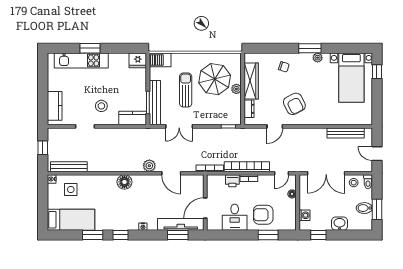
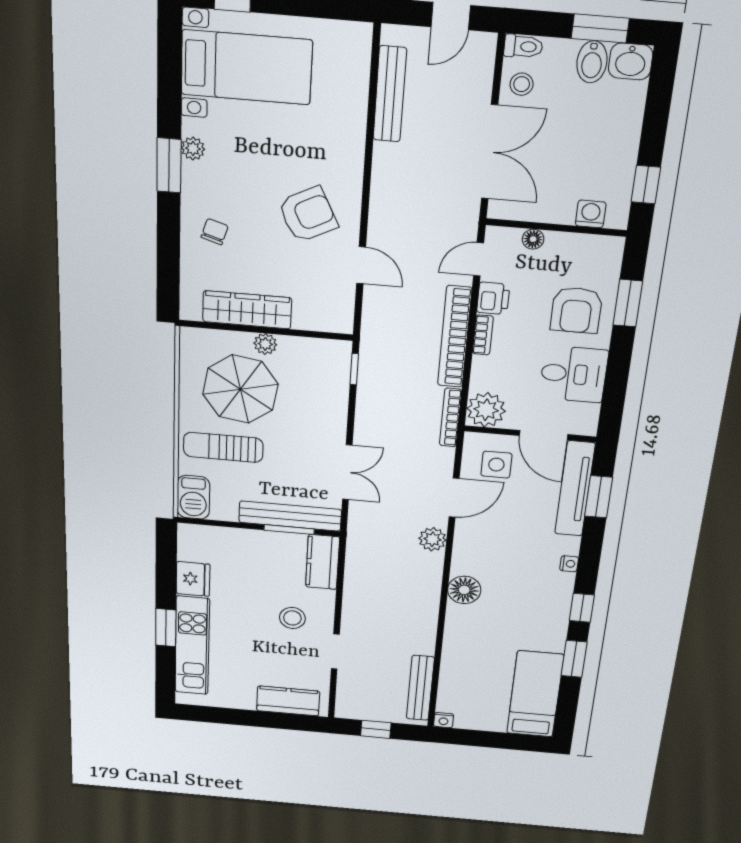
fridge: (138, 60) -> (193, 579), moved
sun lounger: (186, 90) -> (223, 447), moved
dresser: (249, 109) -> (315, 320), removed
door: (282, 173) -> (479, 259), swing flipped
printer: (232, 181) -> (493, 298), moved
plant: (215, 183) -> (486, 410), added
side table: (71, 189) -> (496, 465), moved
washbasin: (340, 224) -> (631, 61), moved, turned -90

